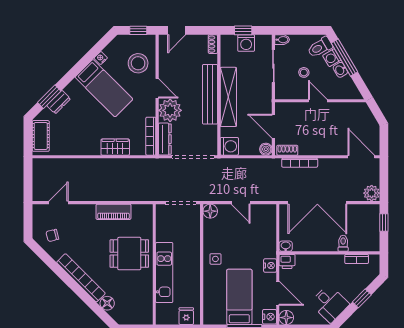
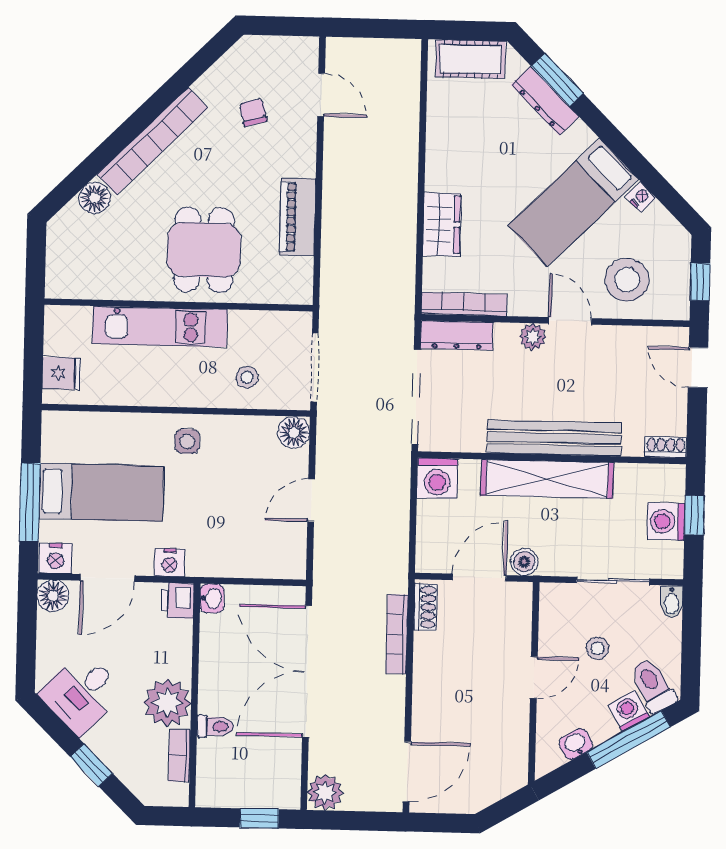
washbasin: (340, 70) -> (576, 744), moved
door: (157, 88) -> (570, 321), swing flipped
dresser: (59, 102) -> (545, 101), width x1.44
plant: (170, 110) -> (533, 337), width x0.53, depth x0.53
boiler: (266, 149) -> (524, 562), moved
stool: (186, 233) -> (247, 377), added
chair: (52, 235) -> (253, 112), moved
plant: (333, 265) -> (167, 703), added

